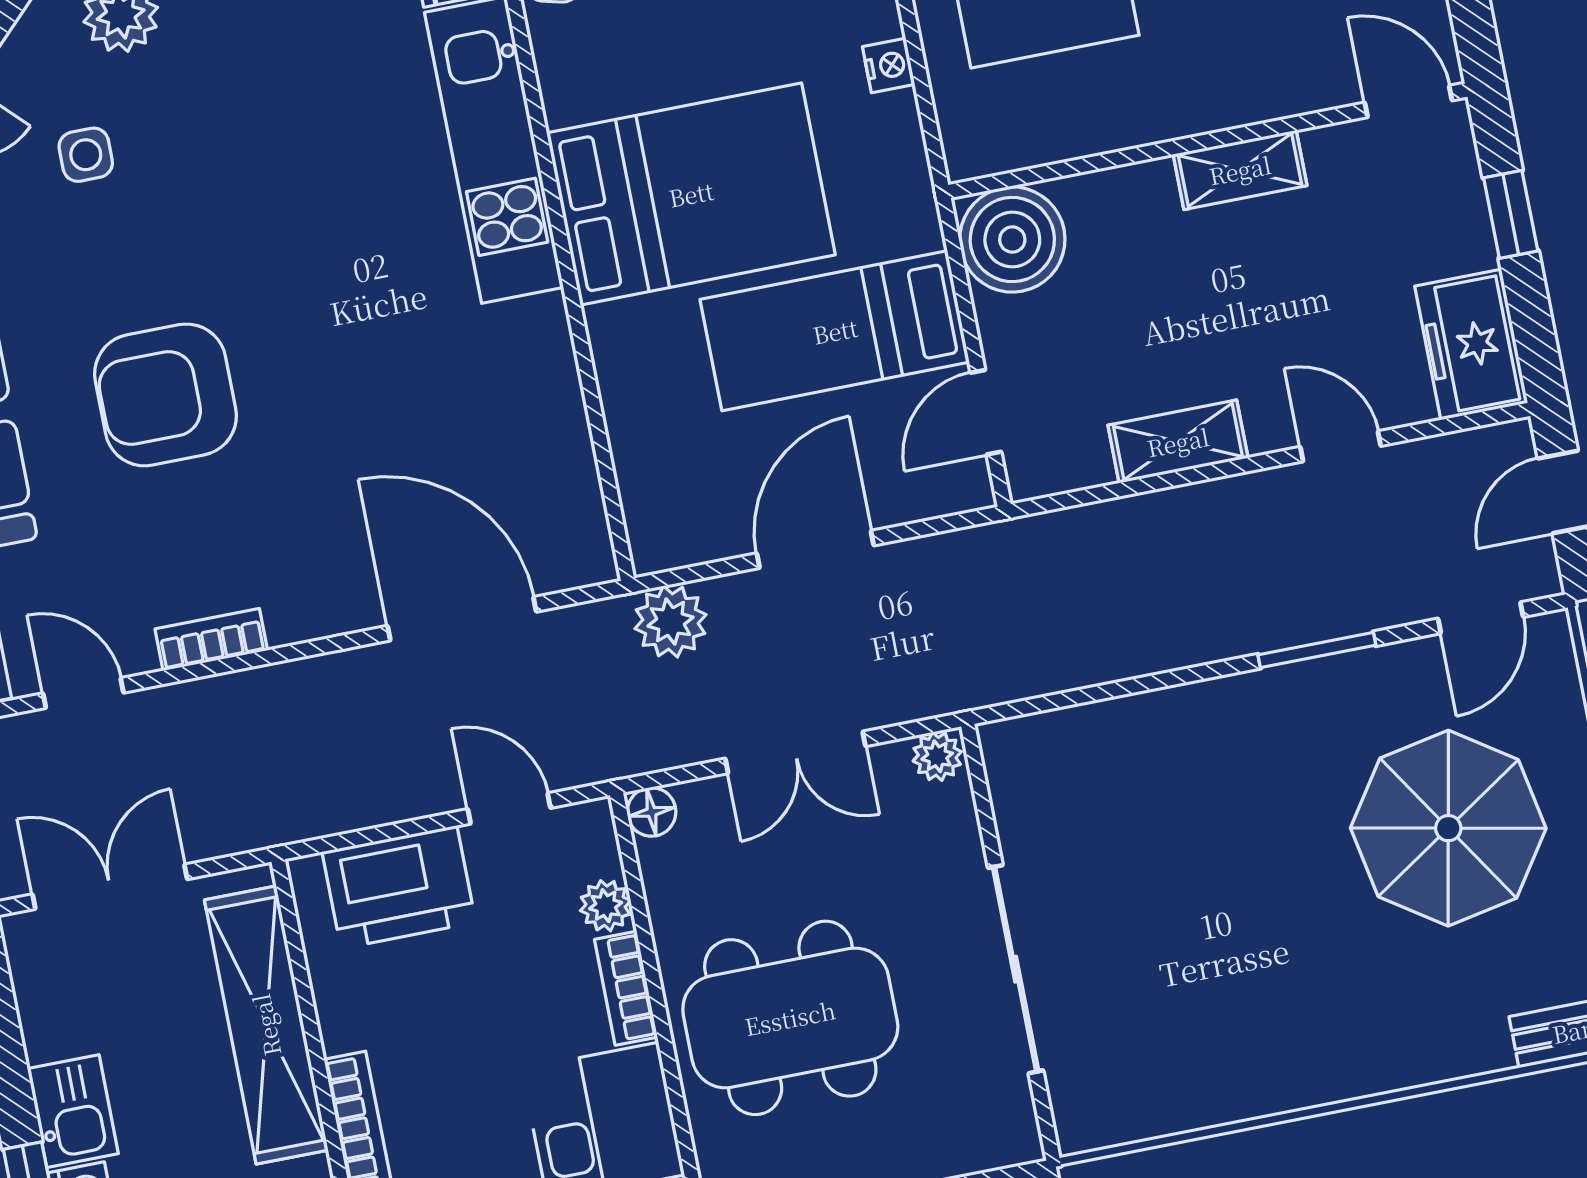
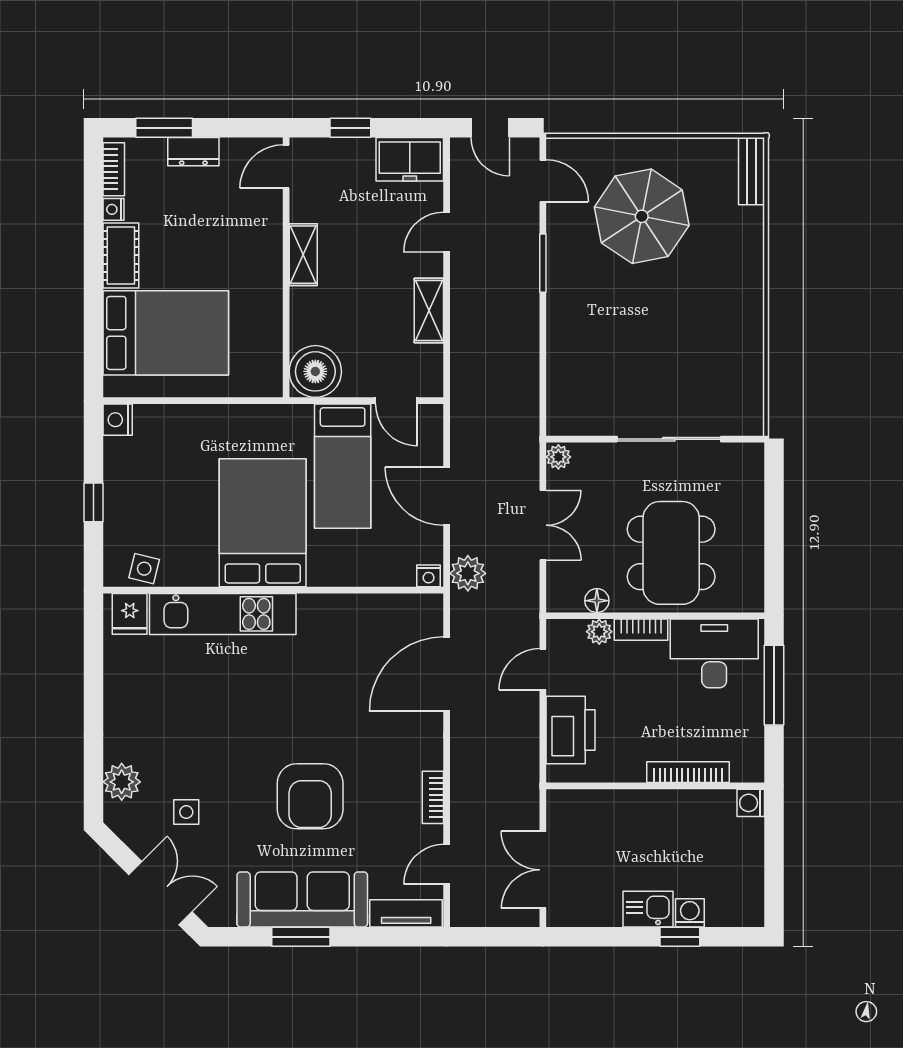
nightstand: (889, 65) -> (429, 576), moved, turned 180
floor lamp: (651, 812) -> (597, 601), moved
shelving: (266, 1025) -> (625, 807), removed

